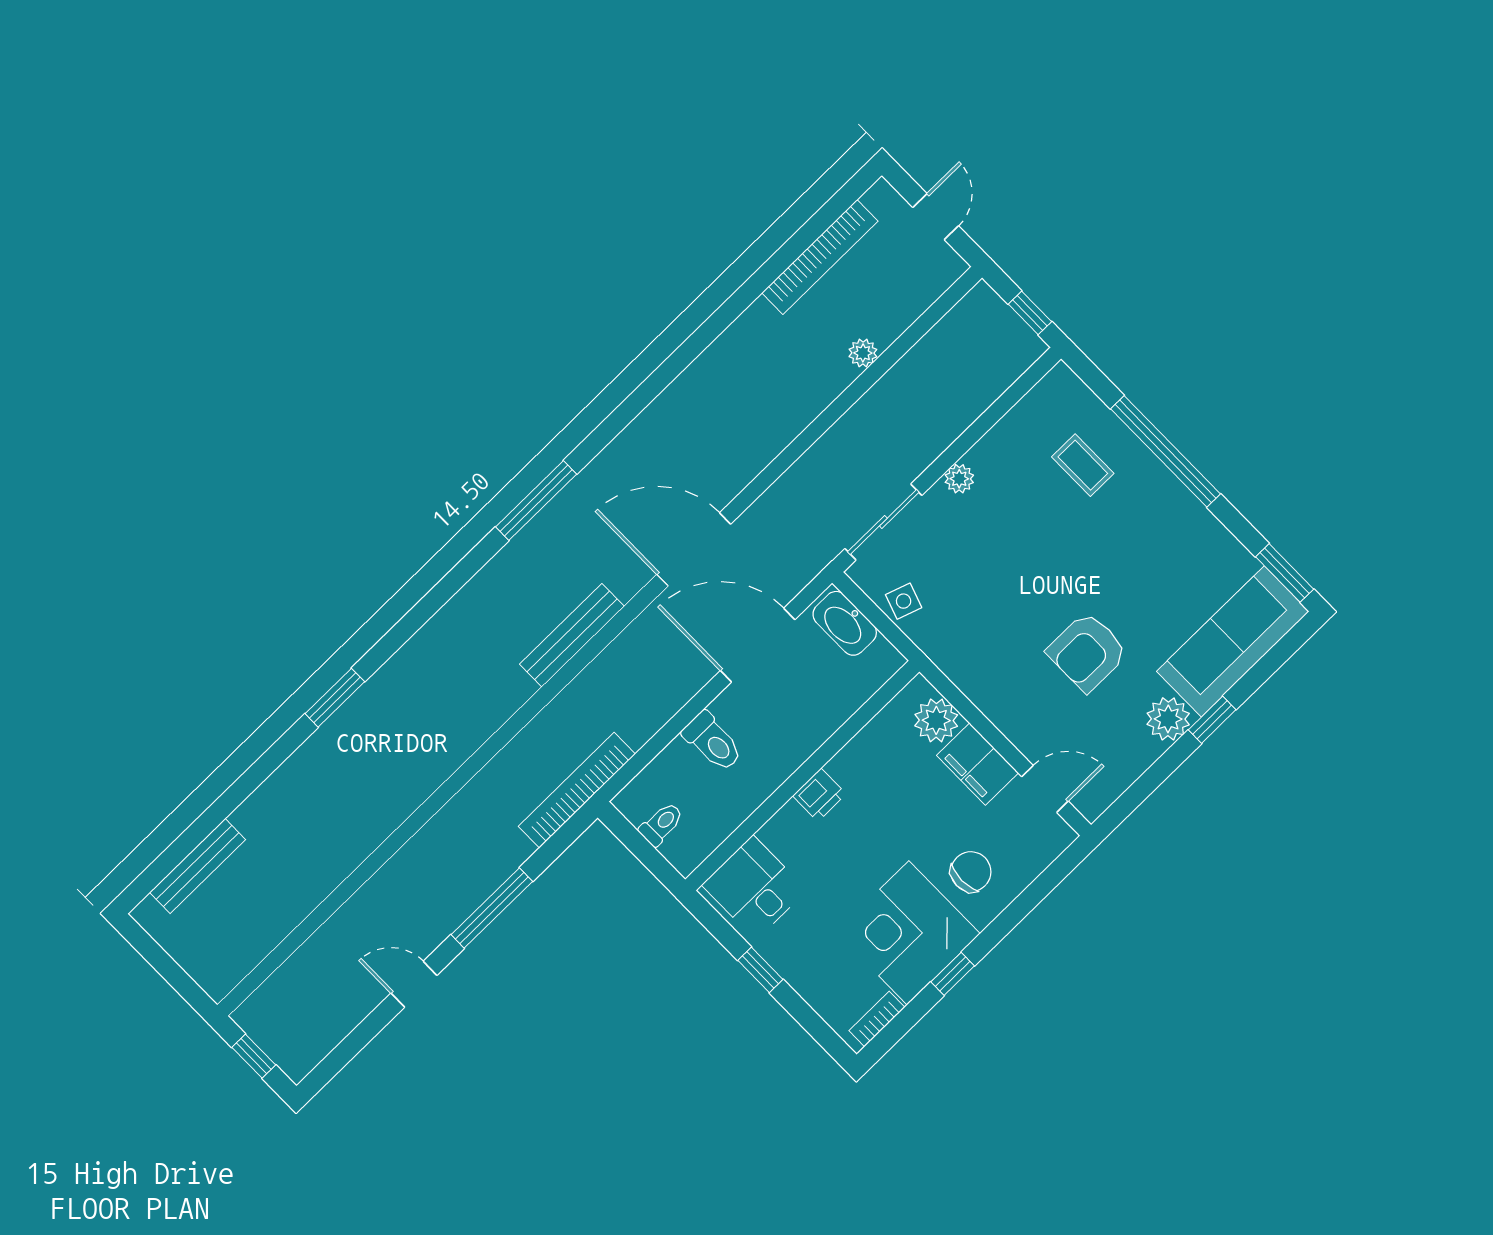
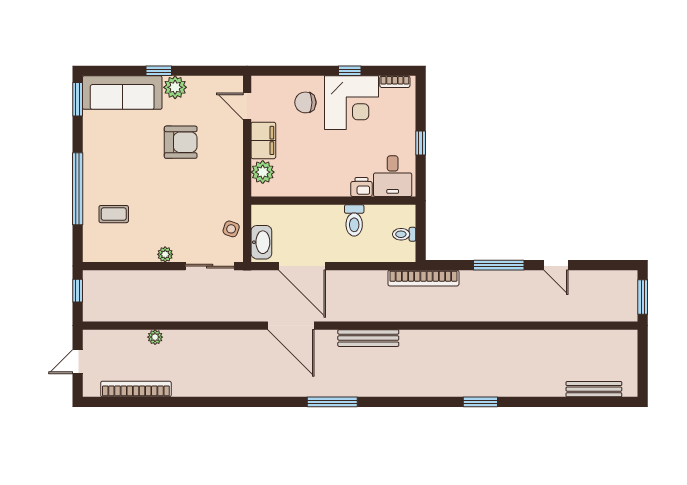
coffee table: (1083, 465) -> (114, 214), turned 90
toilet: (713, 742) -> (354, 220), moved, turned 180
printer: (819, 795) -> (361, 187), moved
window: (254, 1056) -> (643, 297), width x1.50

